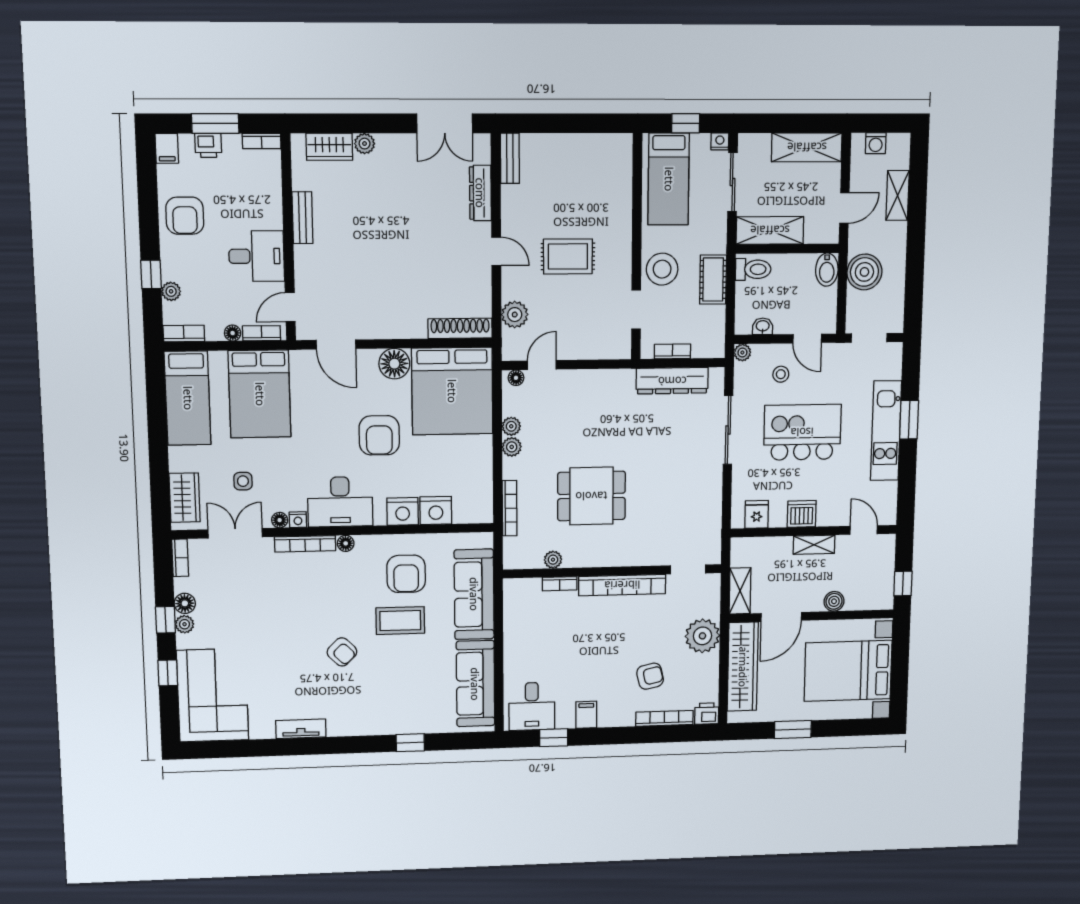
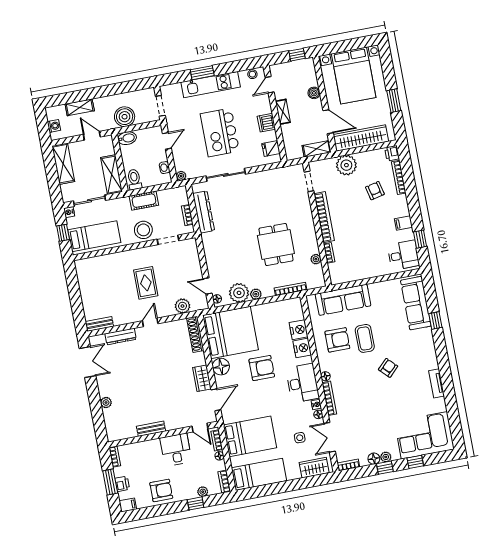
wardrobe: (329, 147) -> (202, 378), moved, turned 180
stool: (781, 374) -> (252, 74), moved
plant: (511, 426) -> (239, 293), width x1.87, depth x1.87
sofa: (475, 684) -> (416, 303), moved, turned 90

